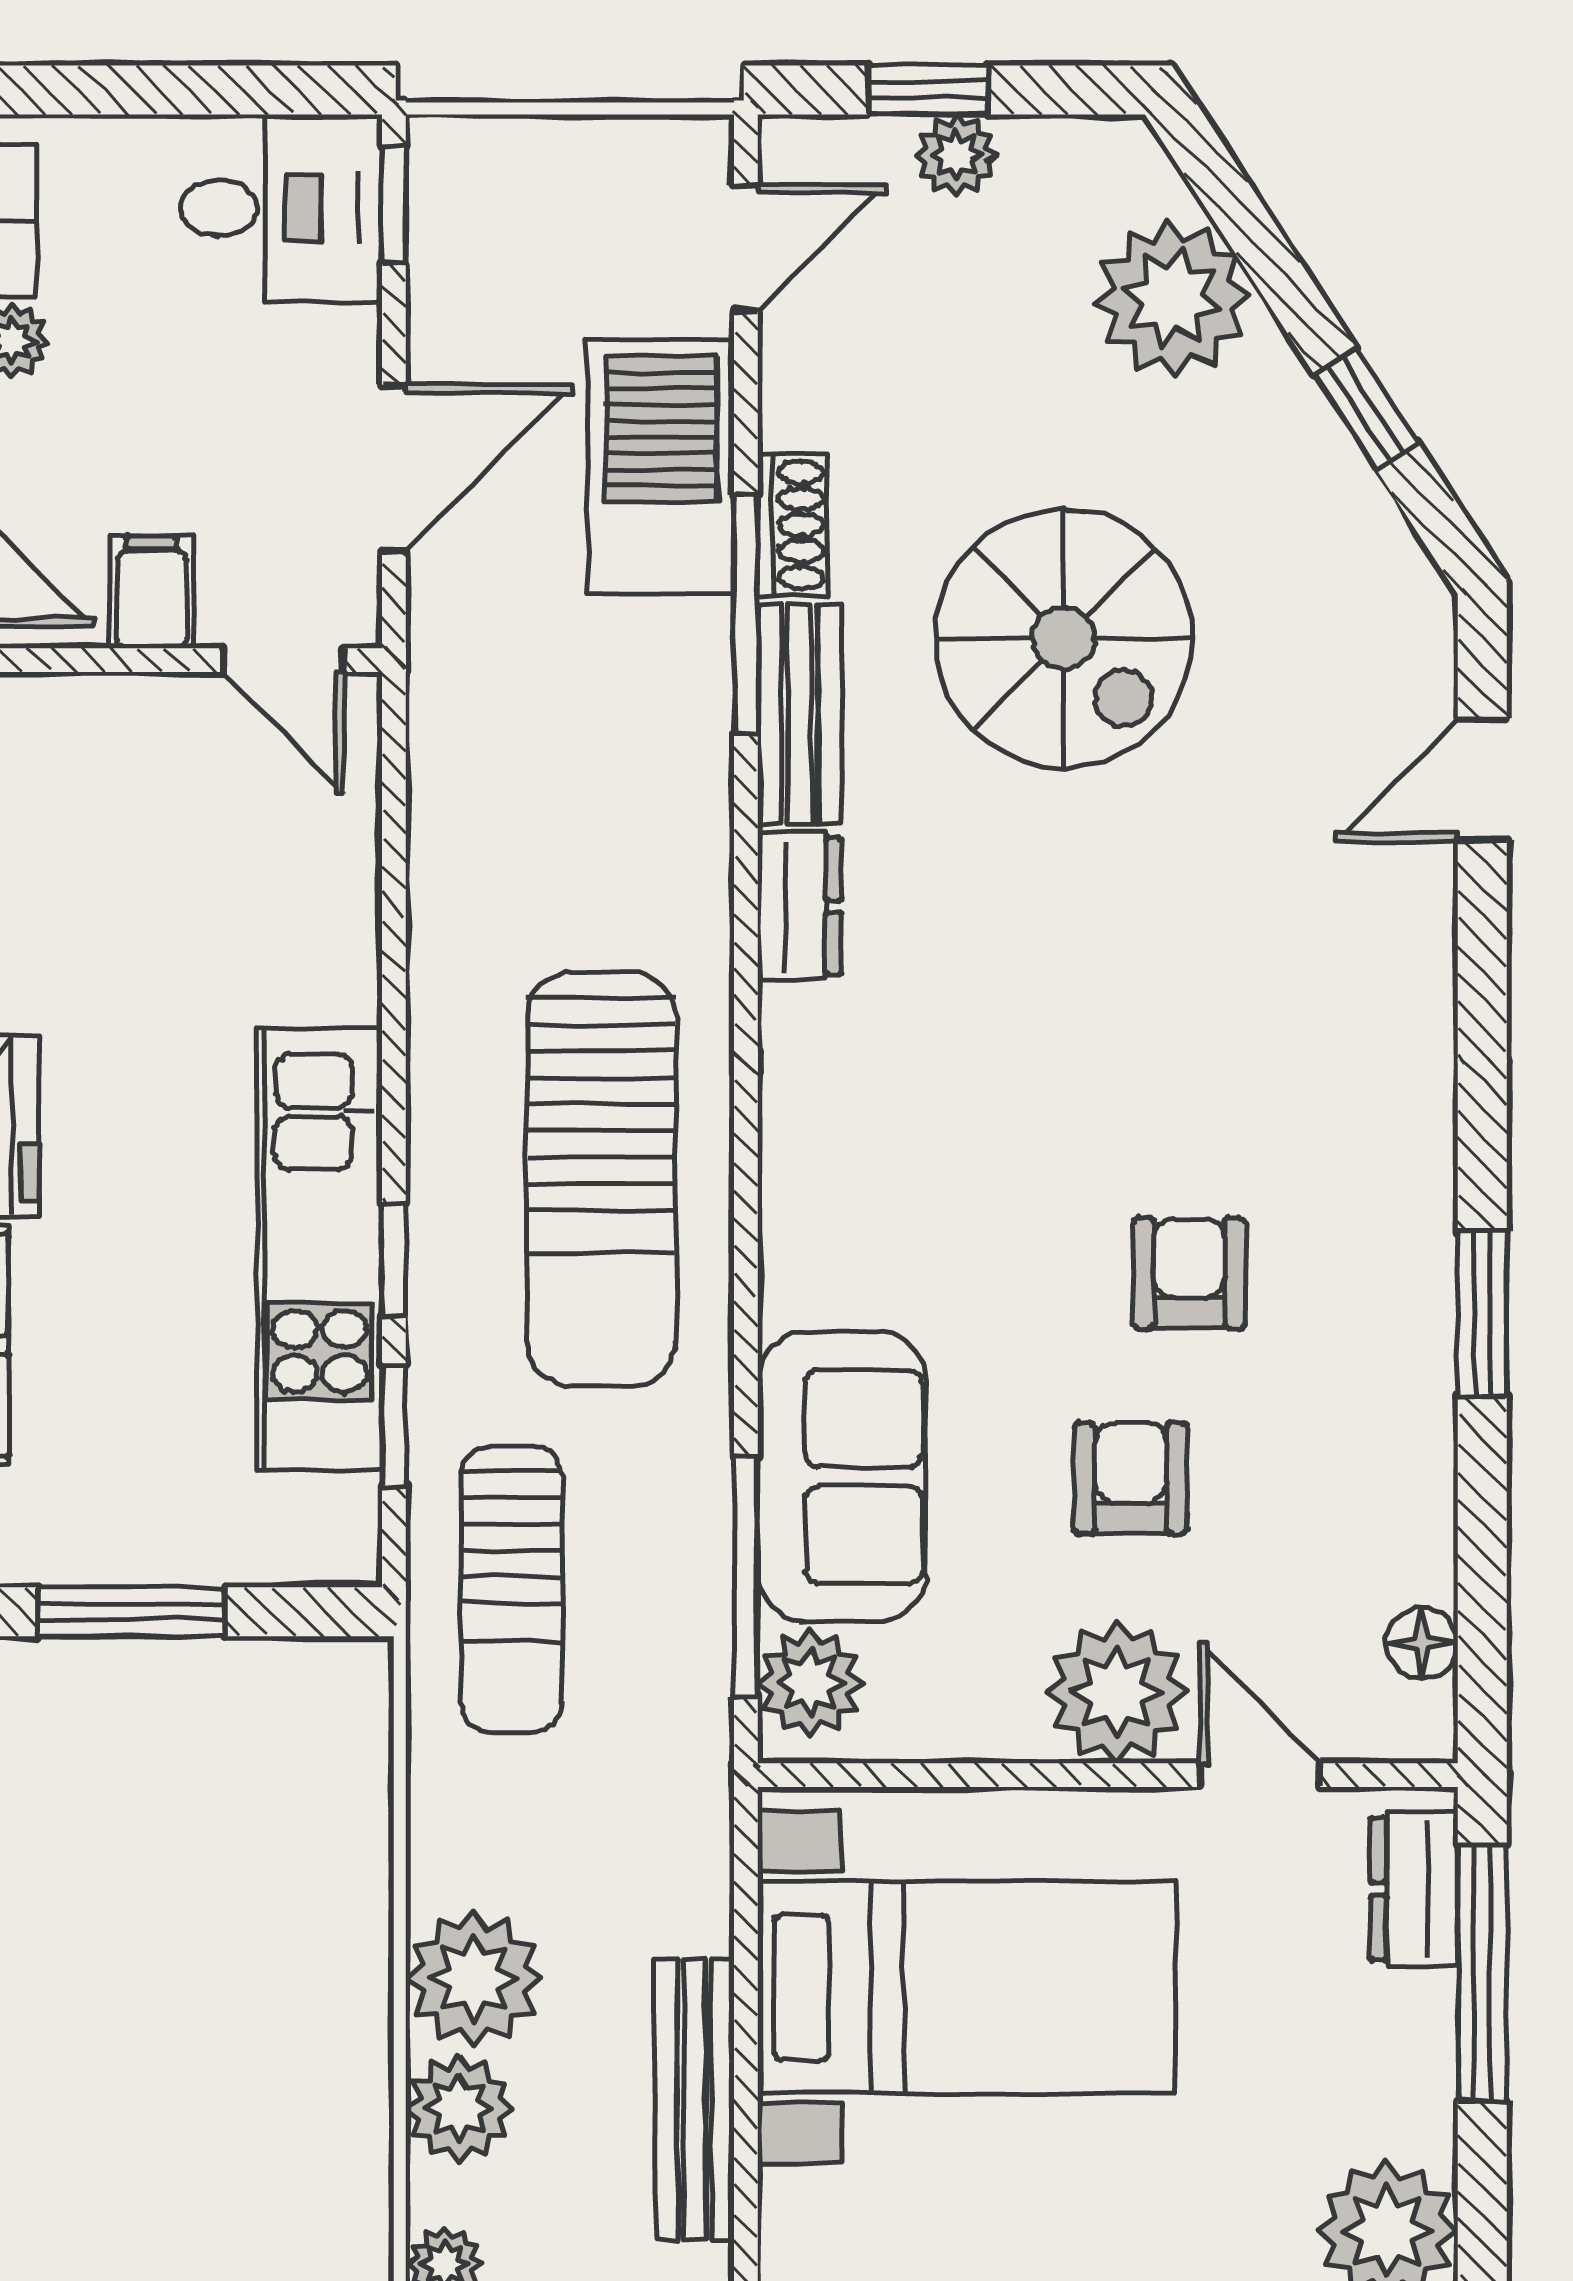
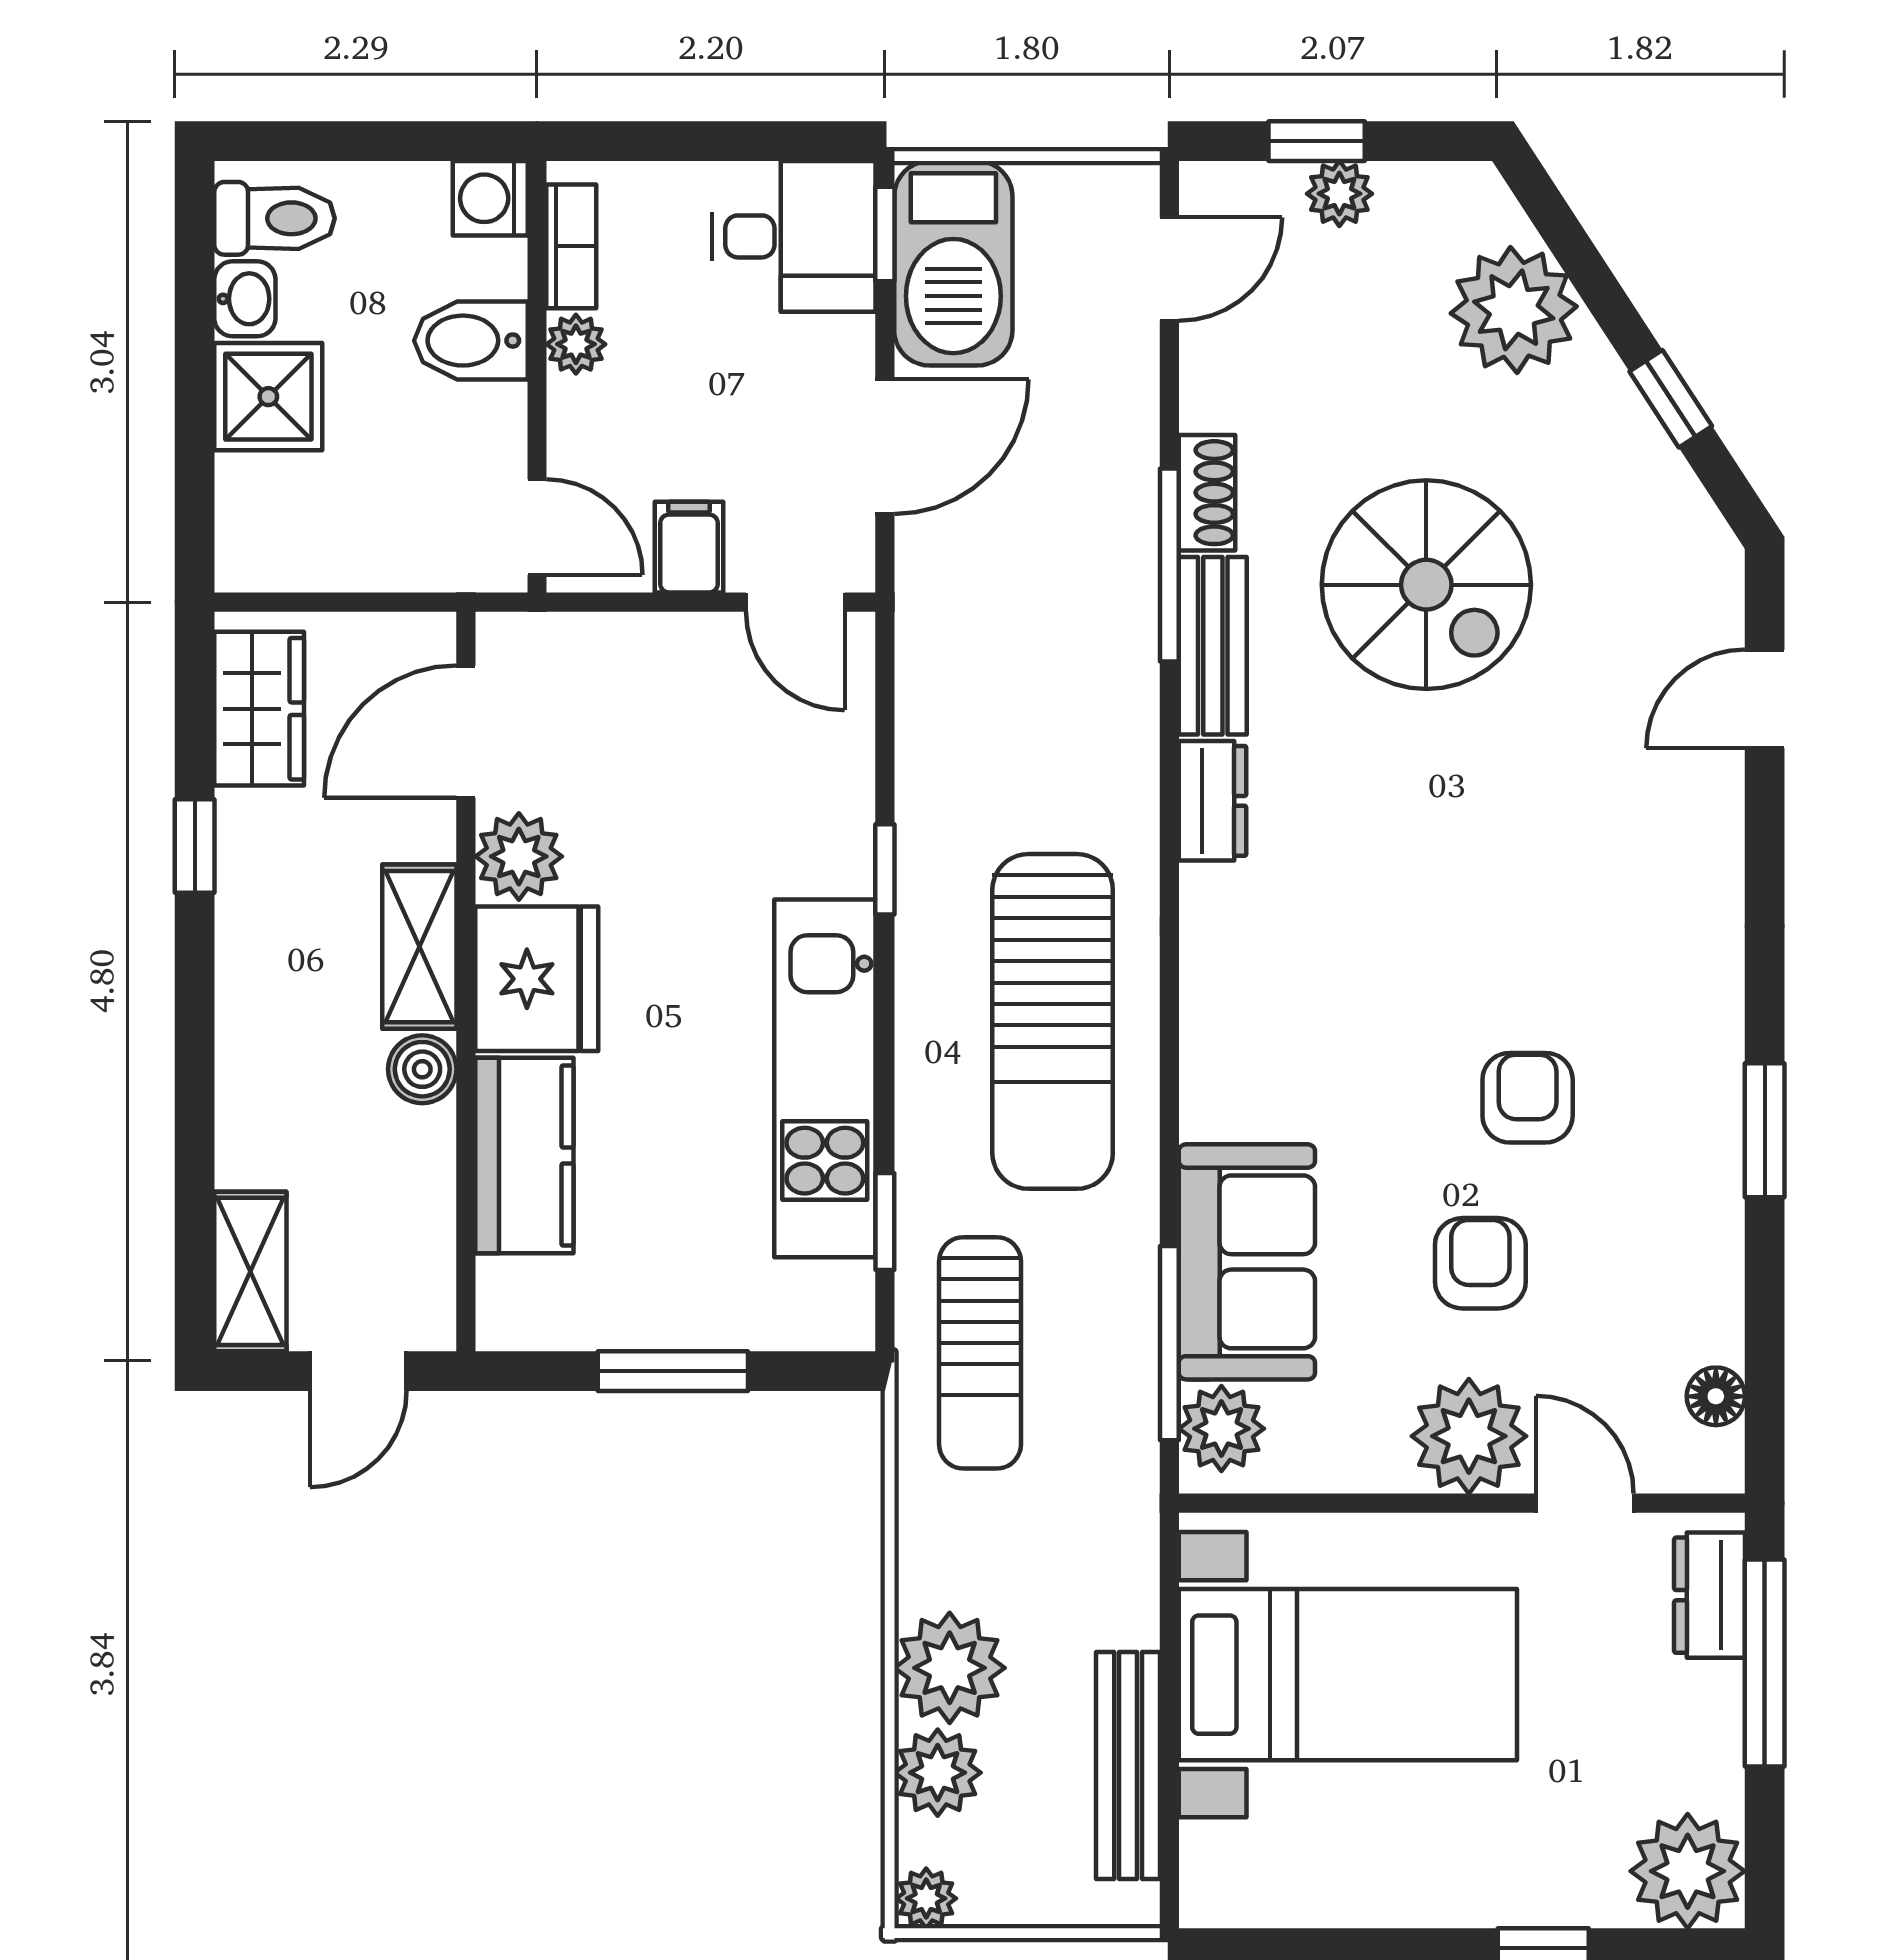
barbecue: (661, 467) -> (953, 263), moved, turned 180
window: (394, 1260) -> (885, 869), moved

